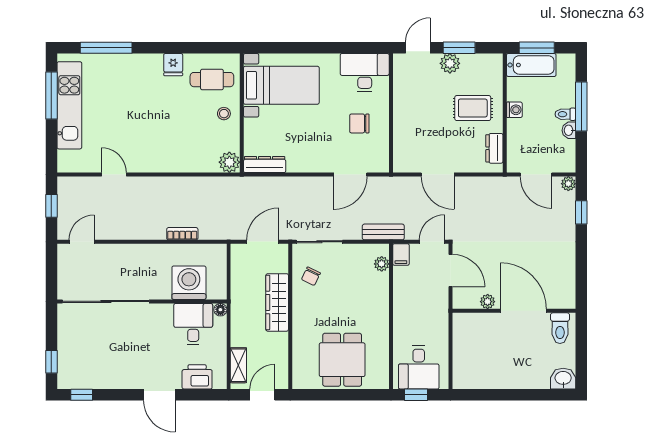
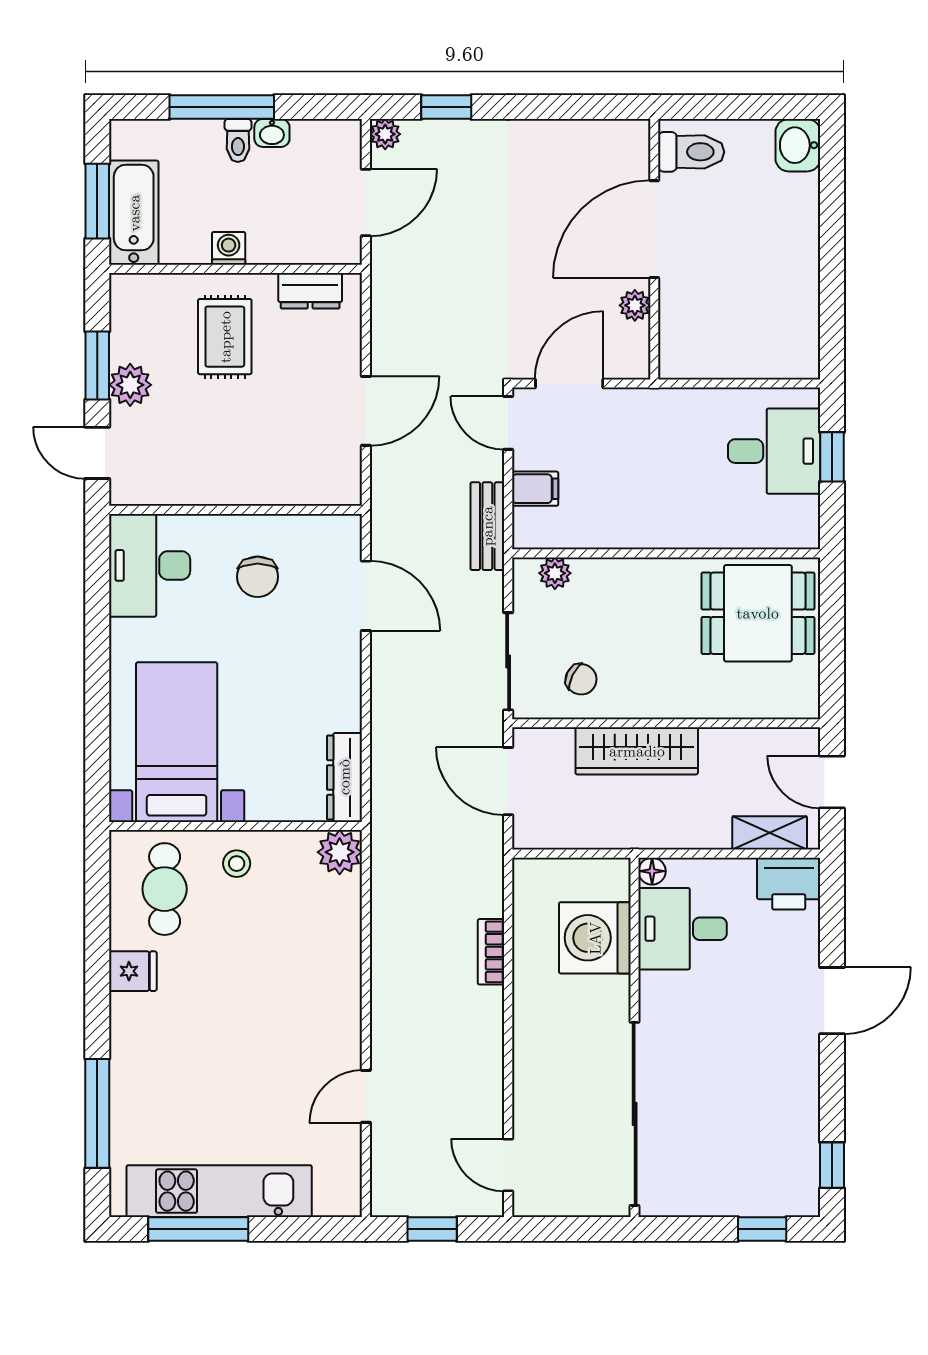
plant: (382, 264) -> (555, 573), moved
wall: (391, 316) -> (666, 553), moved
printer: (197, 377) -> (789, 884), moved, turned -90

